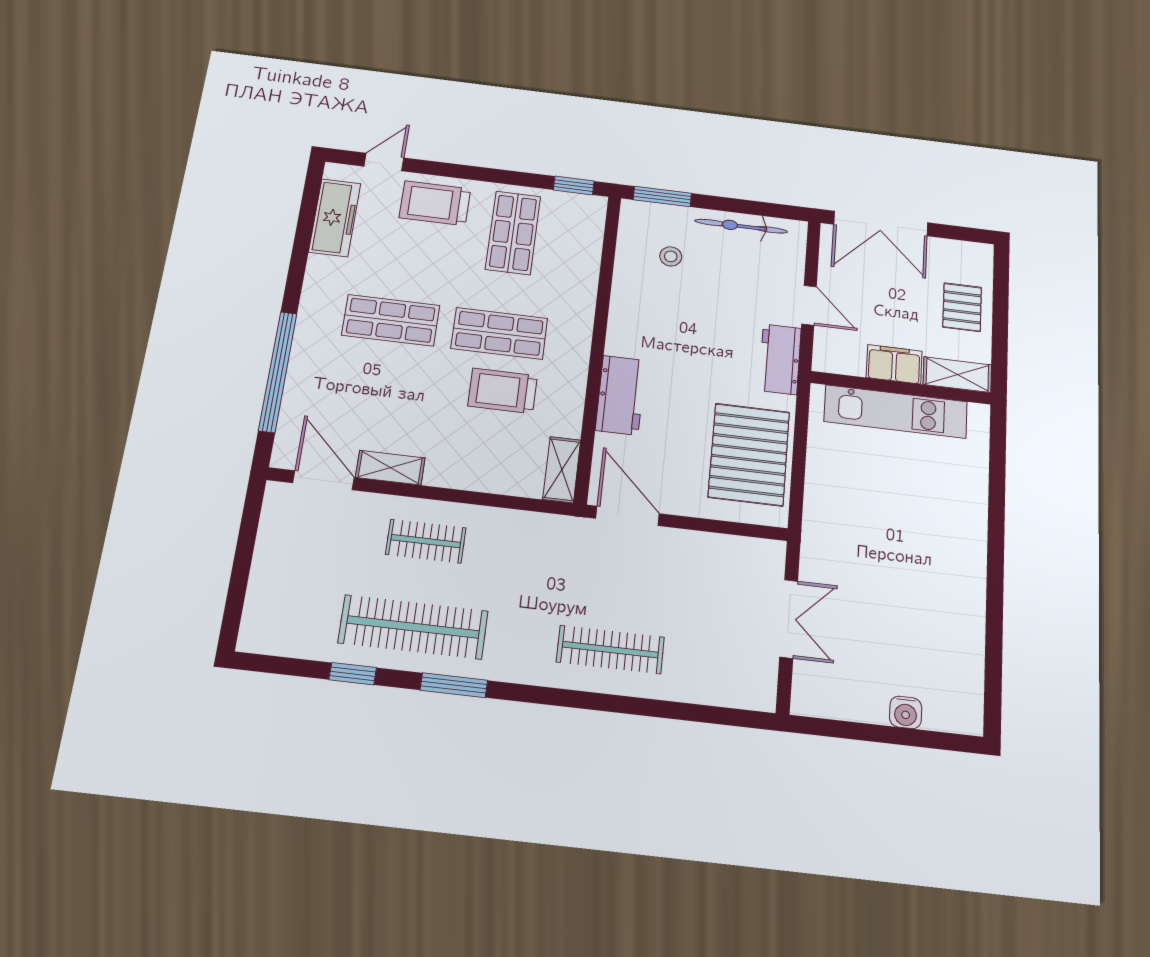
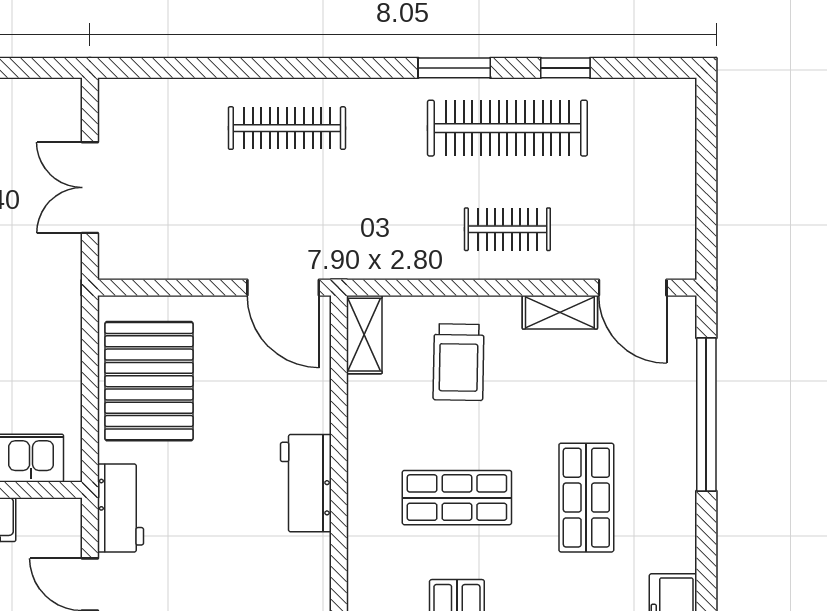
shop shelf: (391, 320) -> (586, 498), turned 90
trolley: (503, 391) -> (459, 362), moved, turned 91
workbench: (621, 395) -> (306, 483), moved

